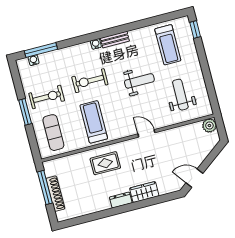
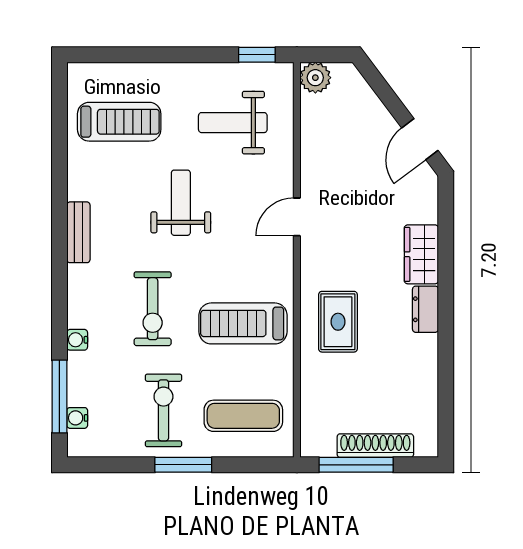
window: (195, 30) -> (257, 55), moved
water cooler: (96, 44) -> (77, 340), moved

